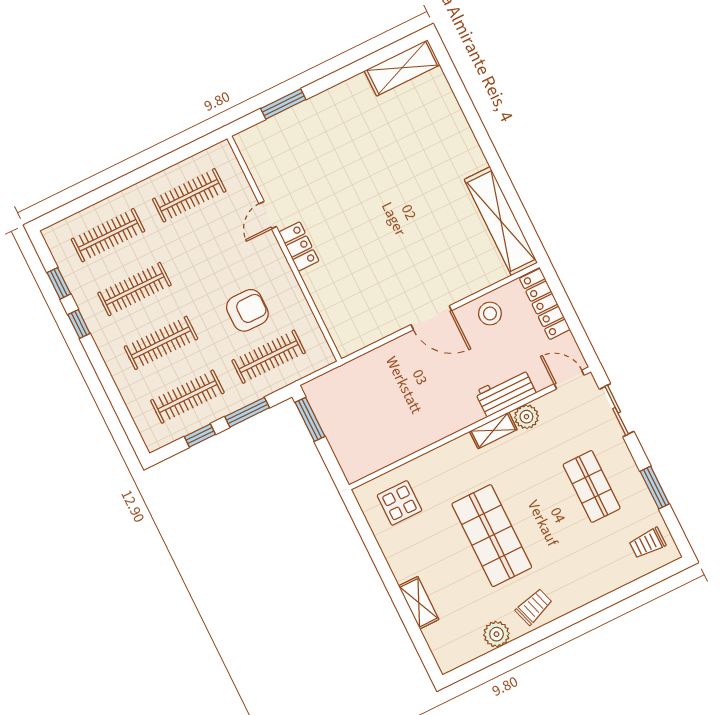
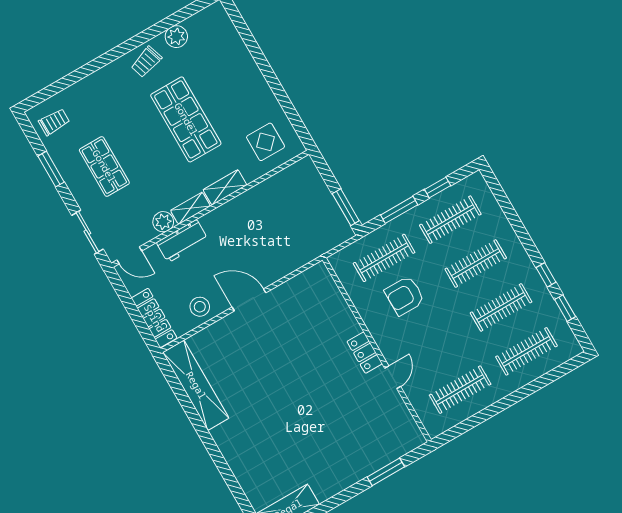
shelving: (419, 603) -> (225, 187), moved, turned 90

